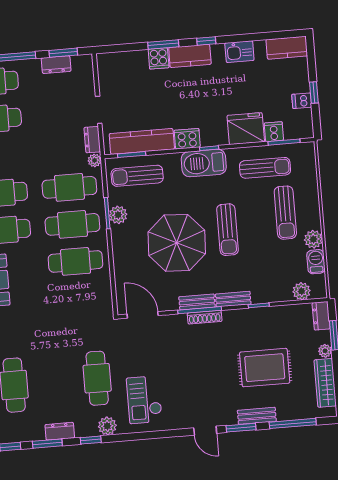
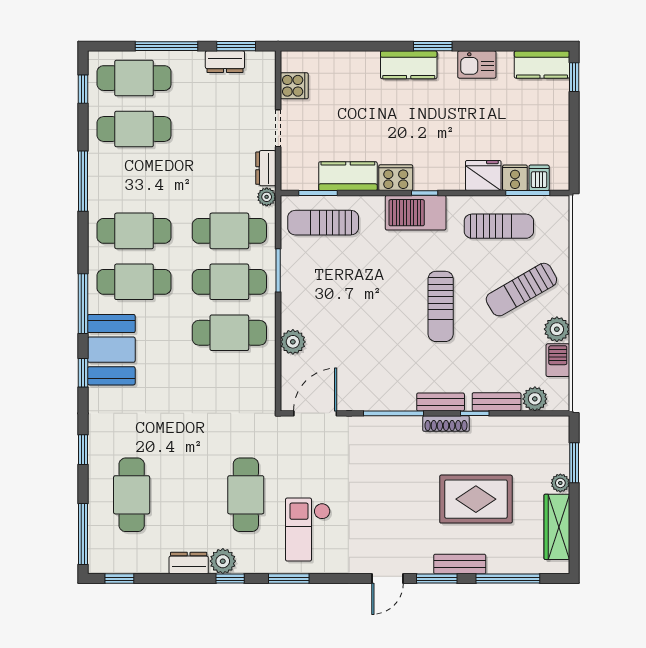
window: (206, 41) -> (433, 46), width x1.50
window: (163, 44) -> (374, 46), removed
cooker: (159, 58) -> (294, 86), moved, turned -90
window: (314, 93) -> (574, 77), moved
dishwasher: (302, 101) -> (539, 178), moved, turned 90
fridge: (246, 129) -> (483, 176), width x0.73, depth x0.75
kitchen counter: (142, 141) -> (348, 176), width x0.67
sun lounger: (285, 213) -> (521, 290), turned 60
plant: (118, 215) -> (293, 342), moved
parasol: (177, 243) -> (370, 319), removed
bench: (197, 302) -> (497, 402), moved
door: (143, 315) -> (315, 413), hinge flipped
dresser: (321, 316) -> (559, 435), removed
shoe rack: (205, 317) -> (446, 424), moved
plant: (107, 426) -> (223, 561), moved
door: (205, 431) -> (387, 579), hinge flipped
window: (47, 444) -> (289, 579), moved

